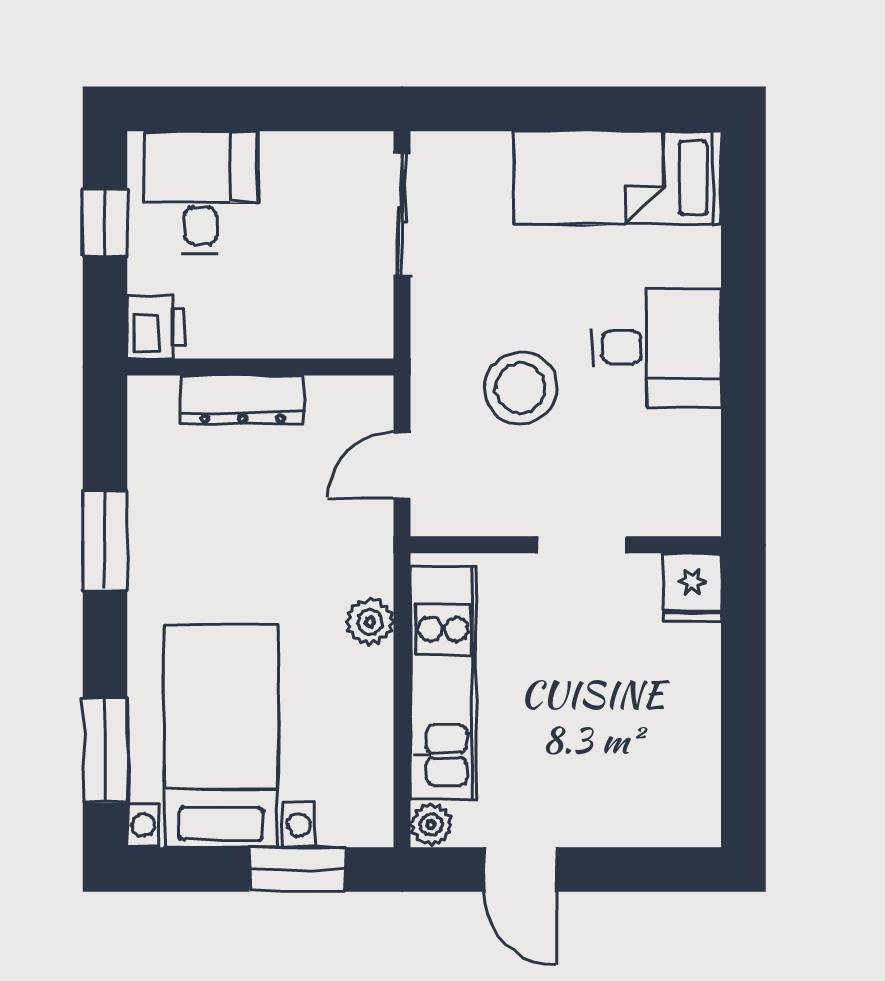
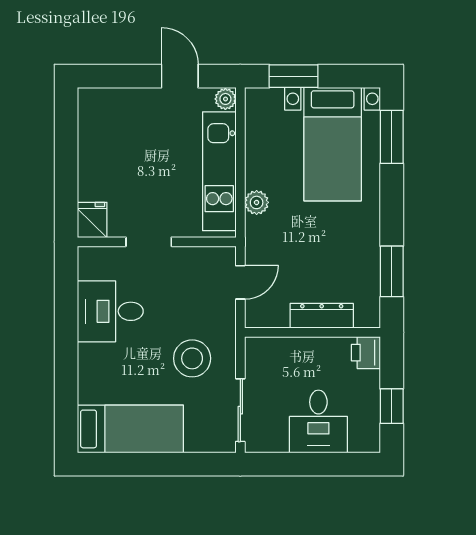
desk: (201, 193) -> (318, 421), moved
desk: (657, 347) -> (110, 311), moved
stool: (521, 388) -> (192, 358), moved
window: (105, 541) -> (392, 271), moved

